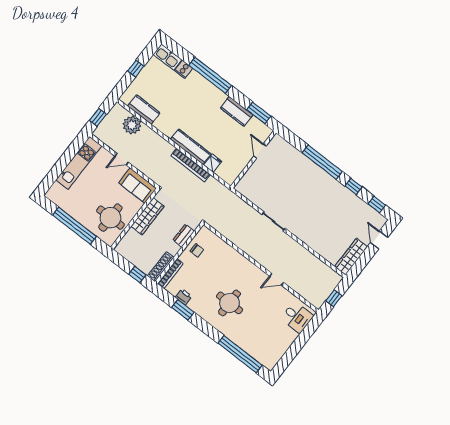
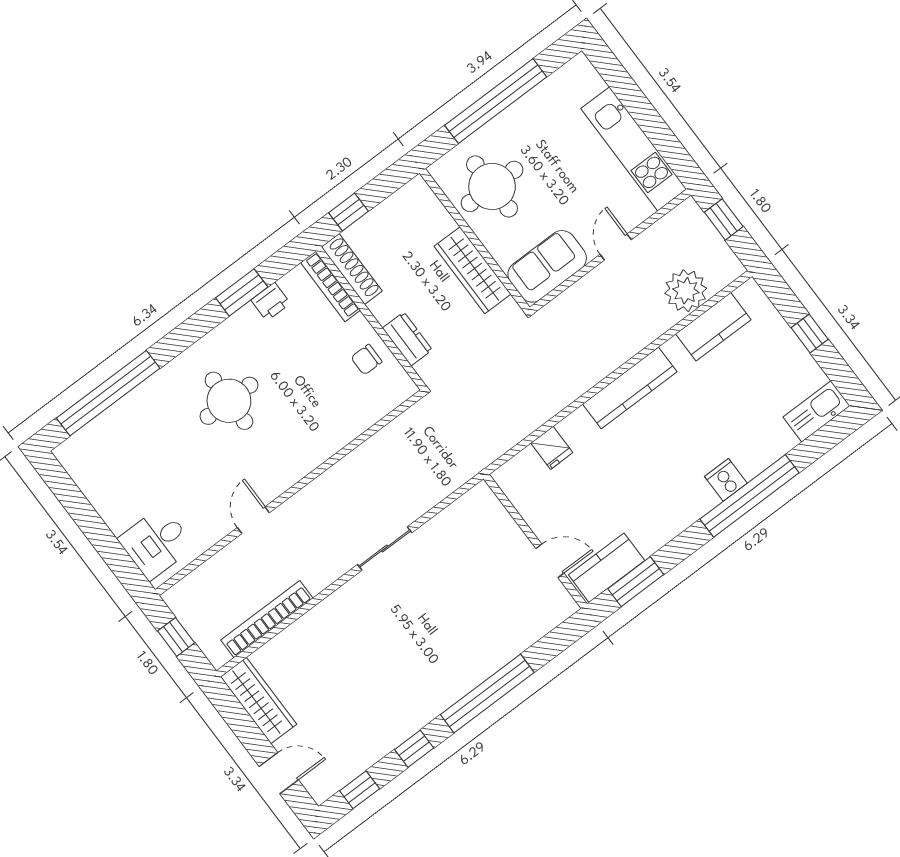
cooker: (184, 69) -> (726, 480), moved
kitchen counter: (237, 111) -> (607, 568), moved
kitchen counter: (191, 147) -> (630, 388), moved
bookcase: (191, 165) -> (267, 619), moved

